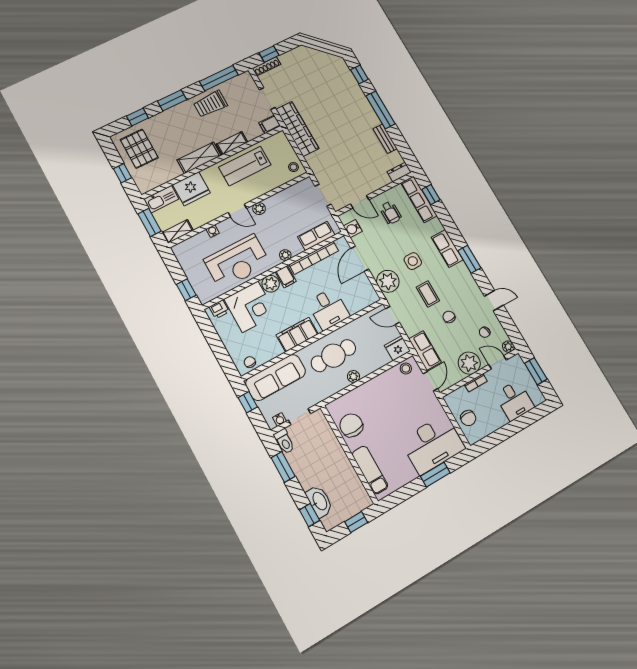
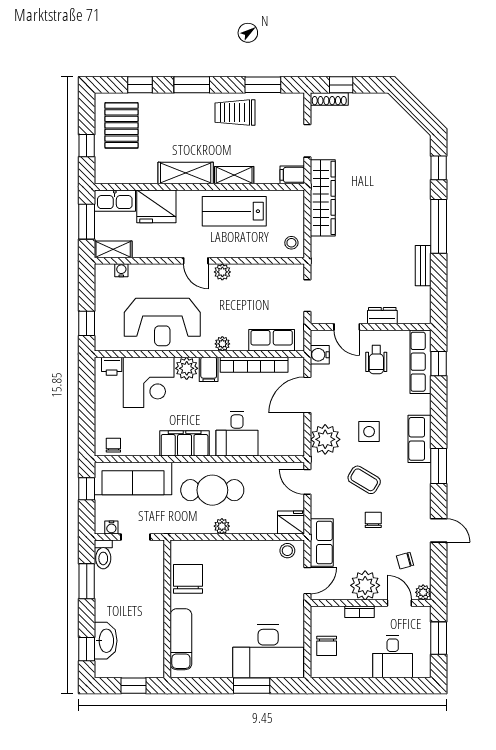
window: (219, 78) -> (263, 85), width x0.69
dresser: (399, 172) -> (382, 316), moved
water cooler: (213, 231) -> (121, 270), moved
coffee table: (428, 294) -> (364, 480), turned -59

